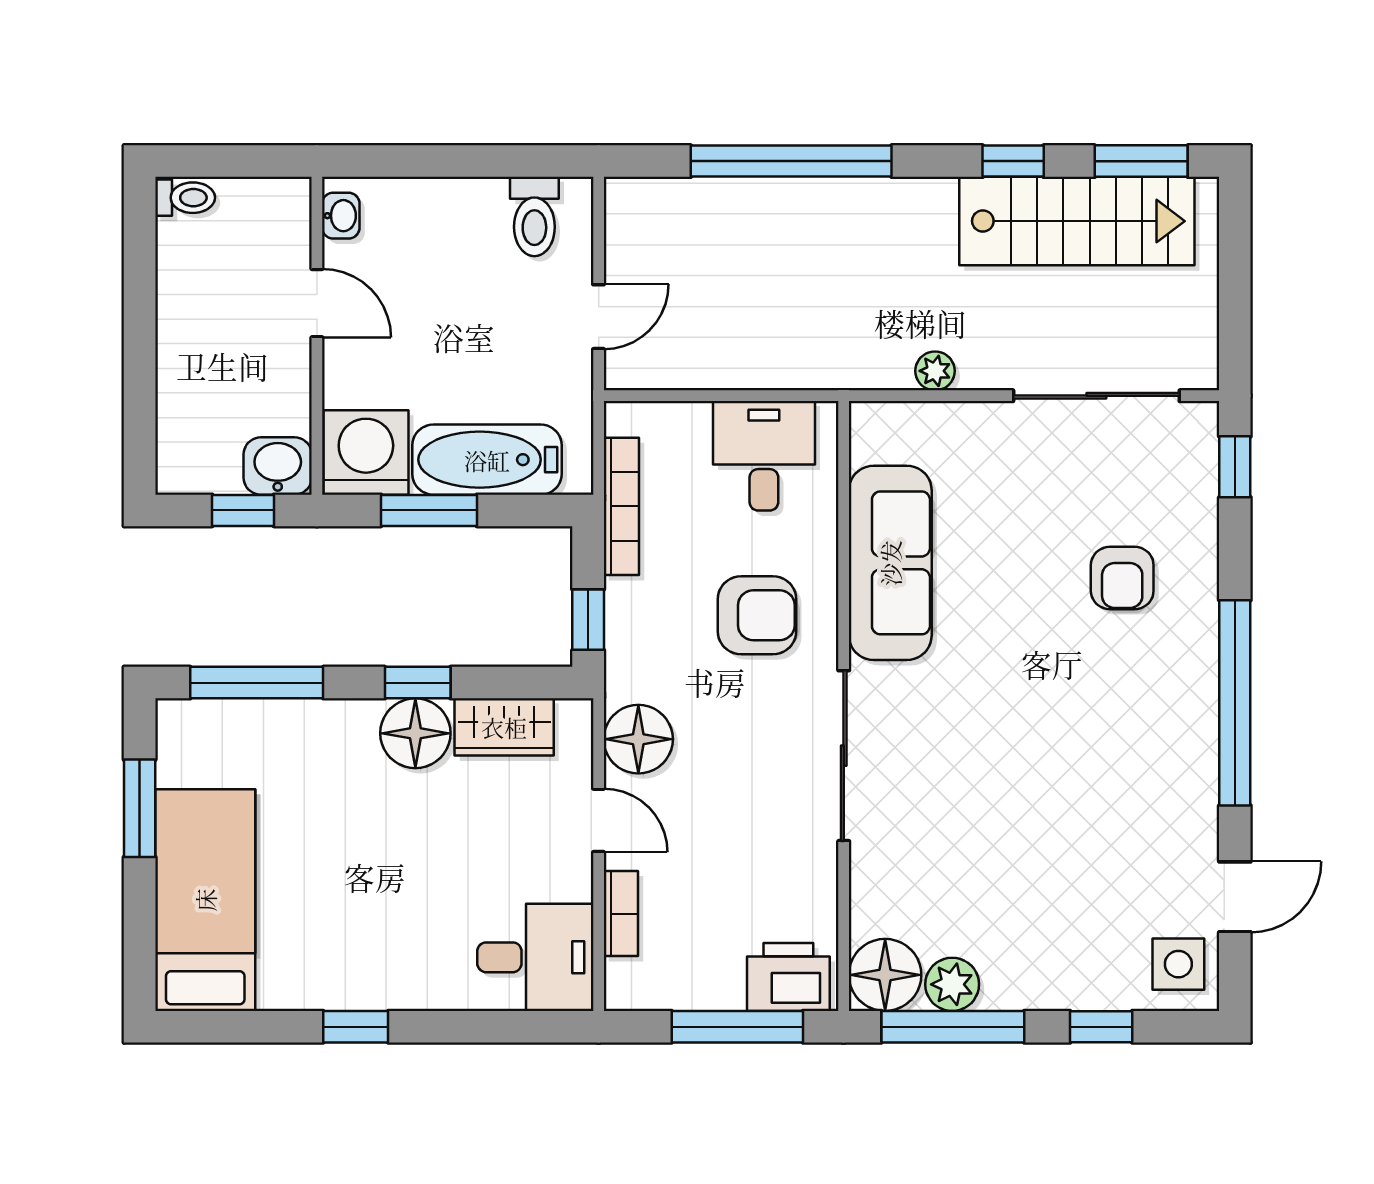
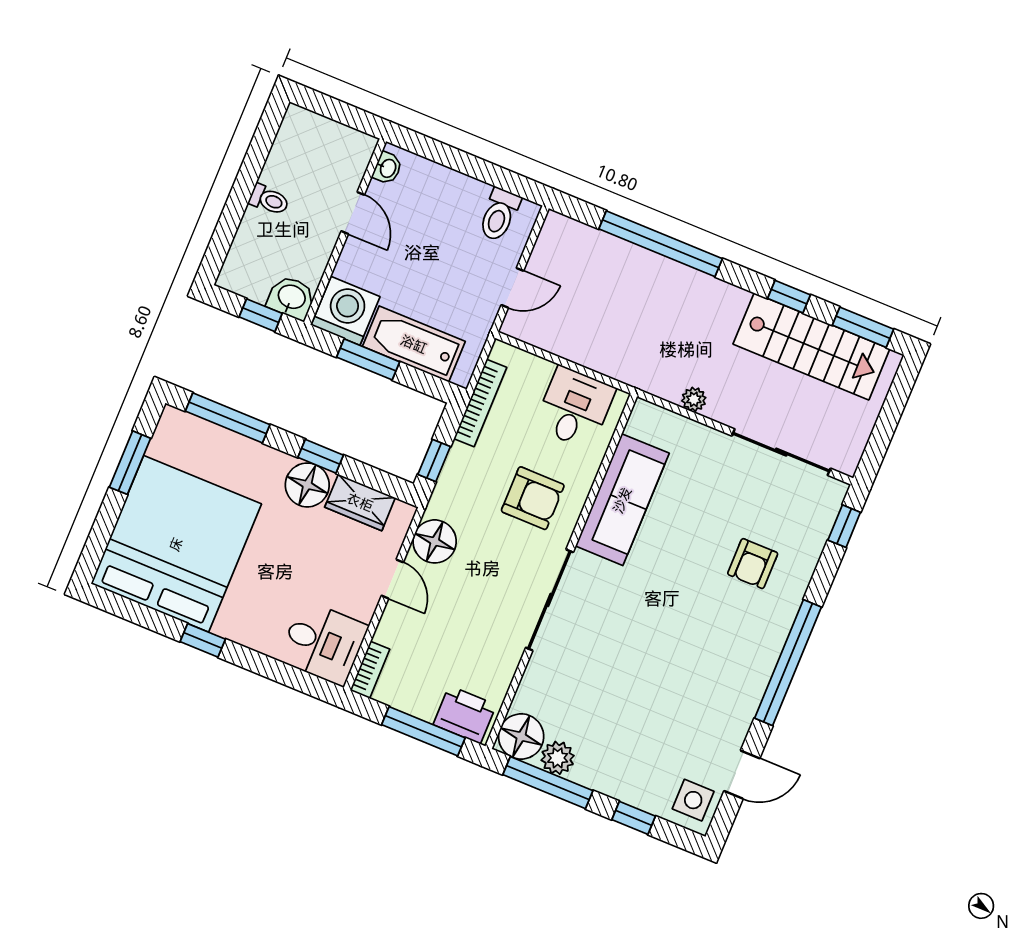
toilet: (185, 198) -> (269, 200), moved
bed: (205, 900) -> (176, 544), width x2.04
bookcase: (621, 914) -> (370, 670), moved

